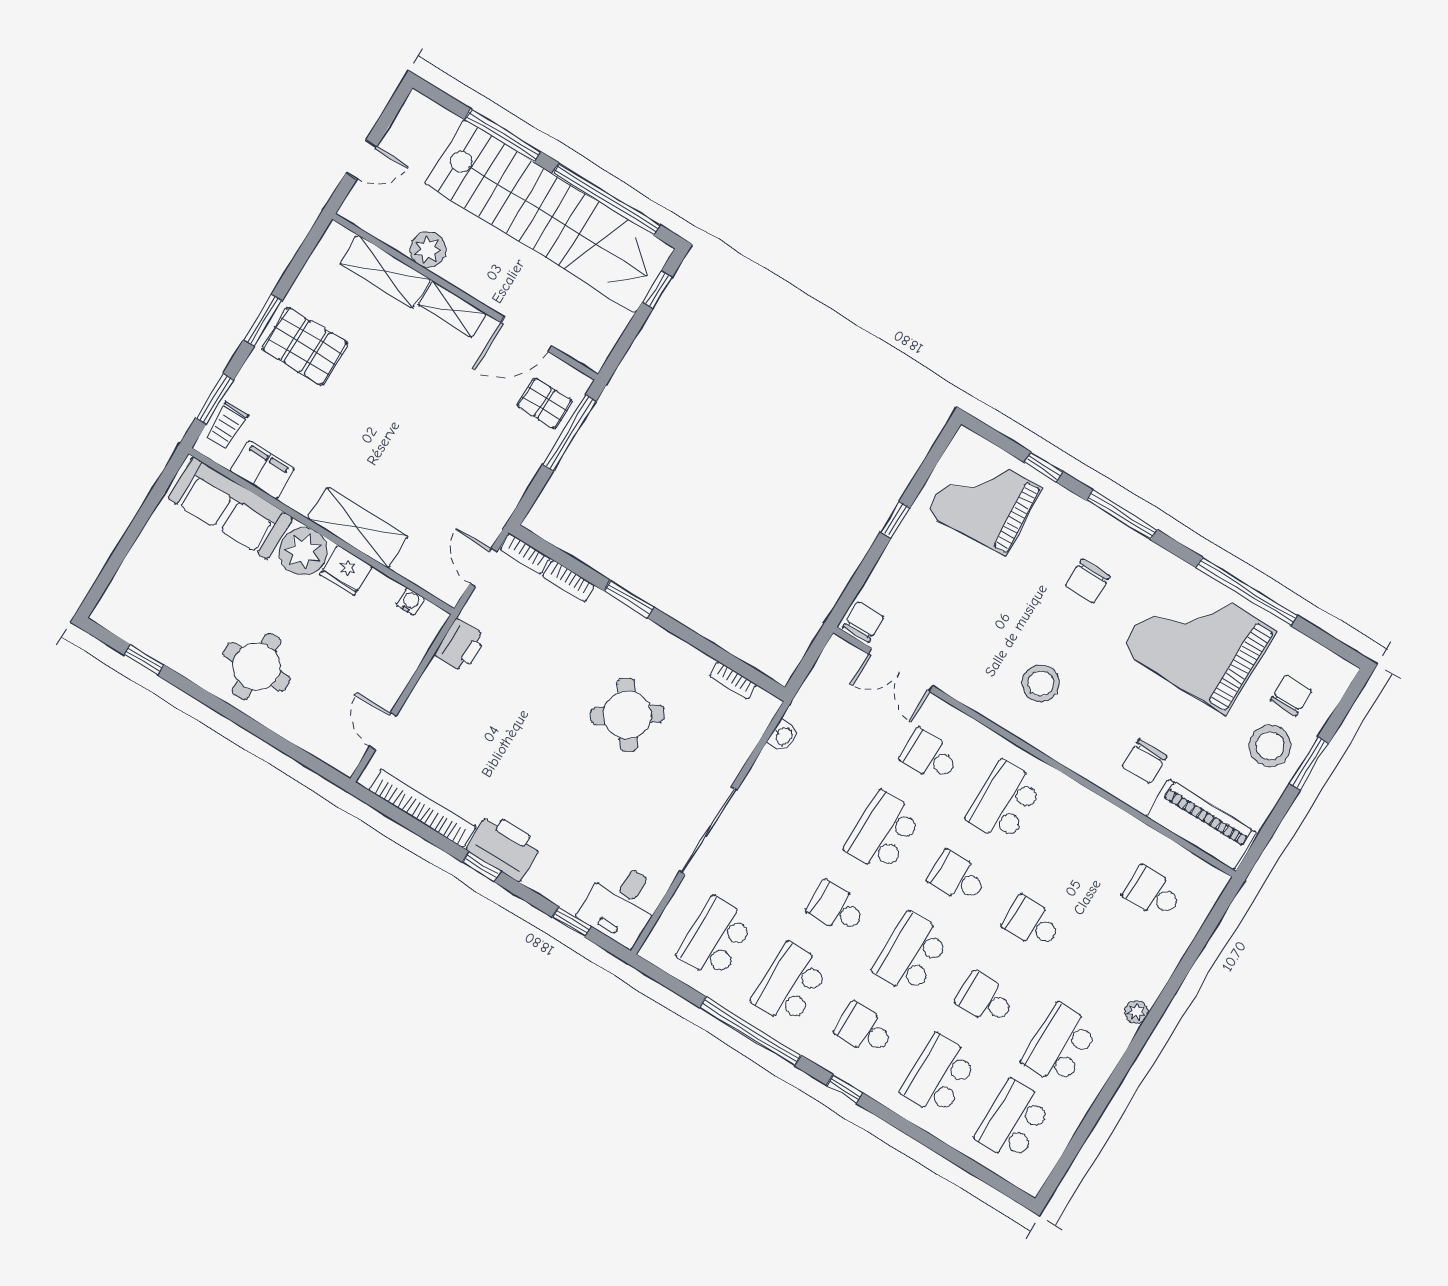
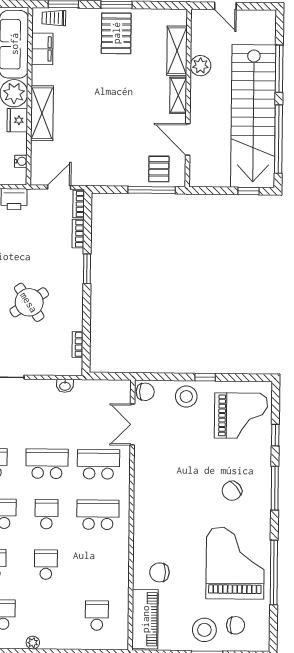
grand piano: (984, 501) -> (241, 416), turned 94
chair: (1088, 581) -> (232, 491), turned -40
stool: (1041, 683) -> (186, 396), moved
school desk: (930, 756) -> (98, 464), width x1.85

